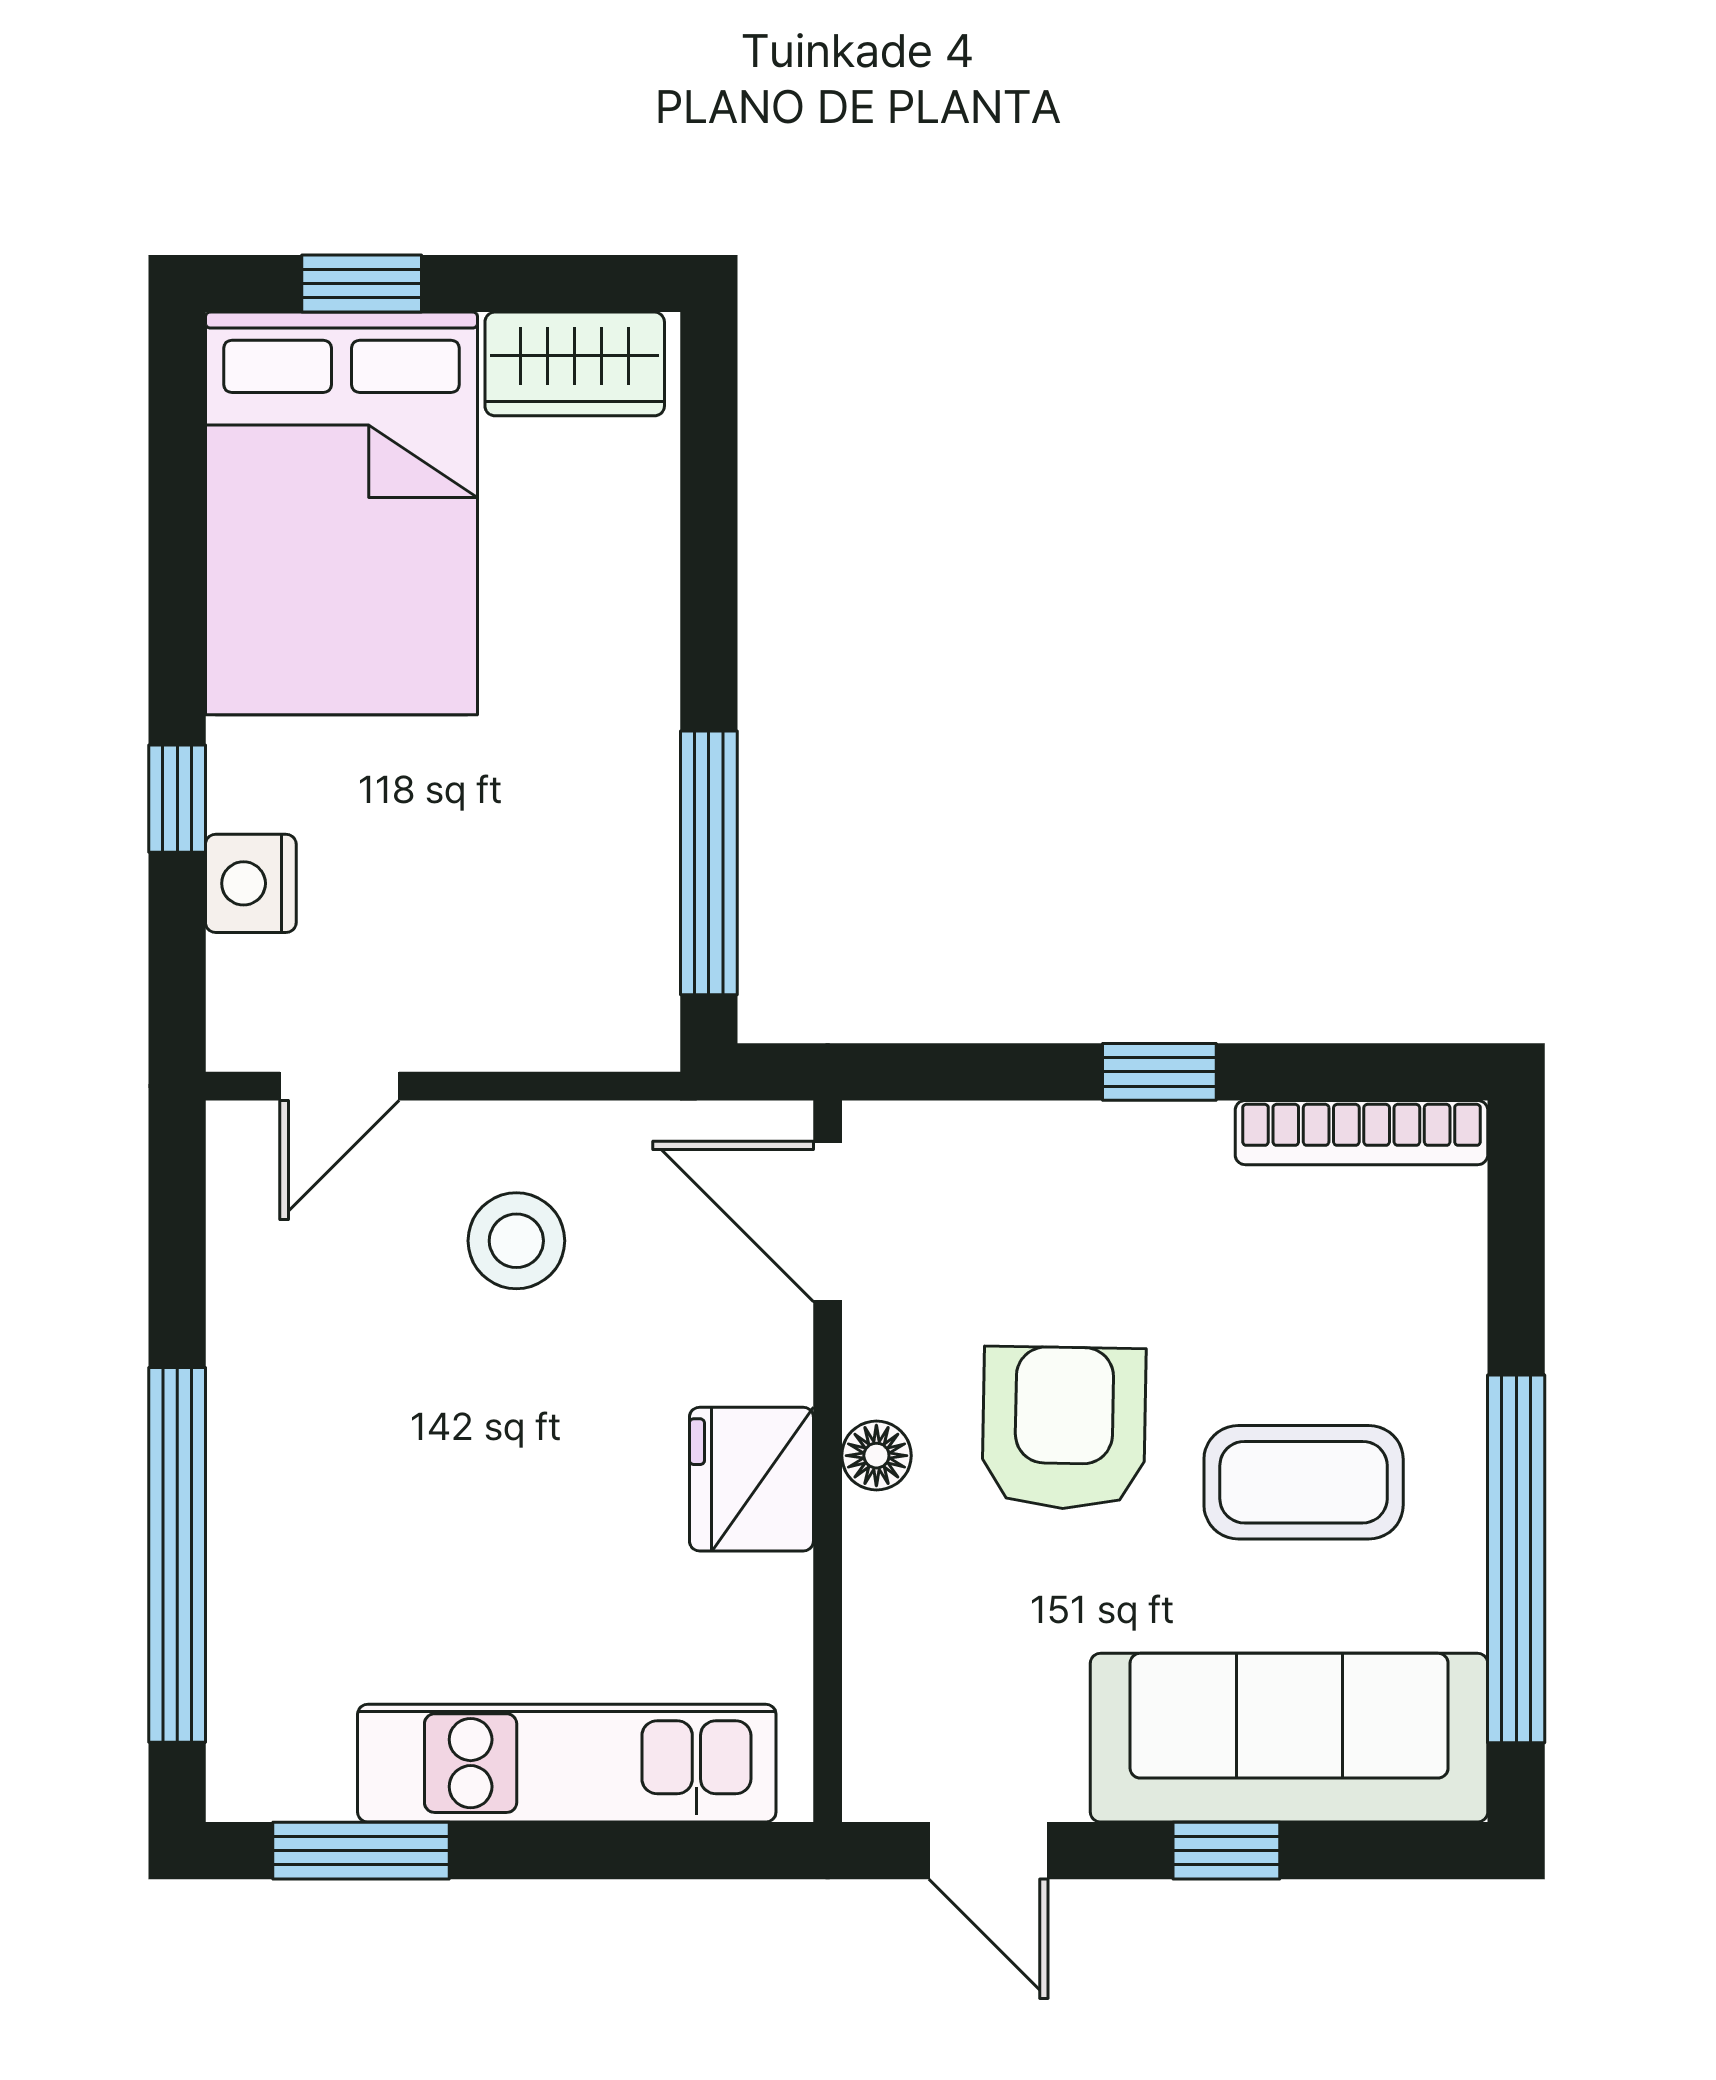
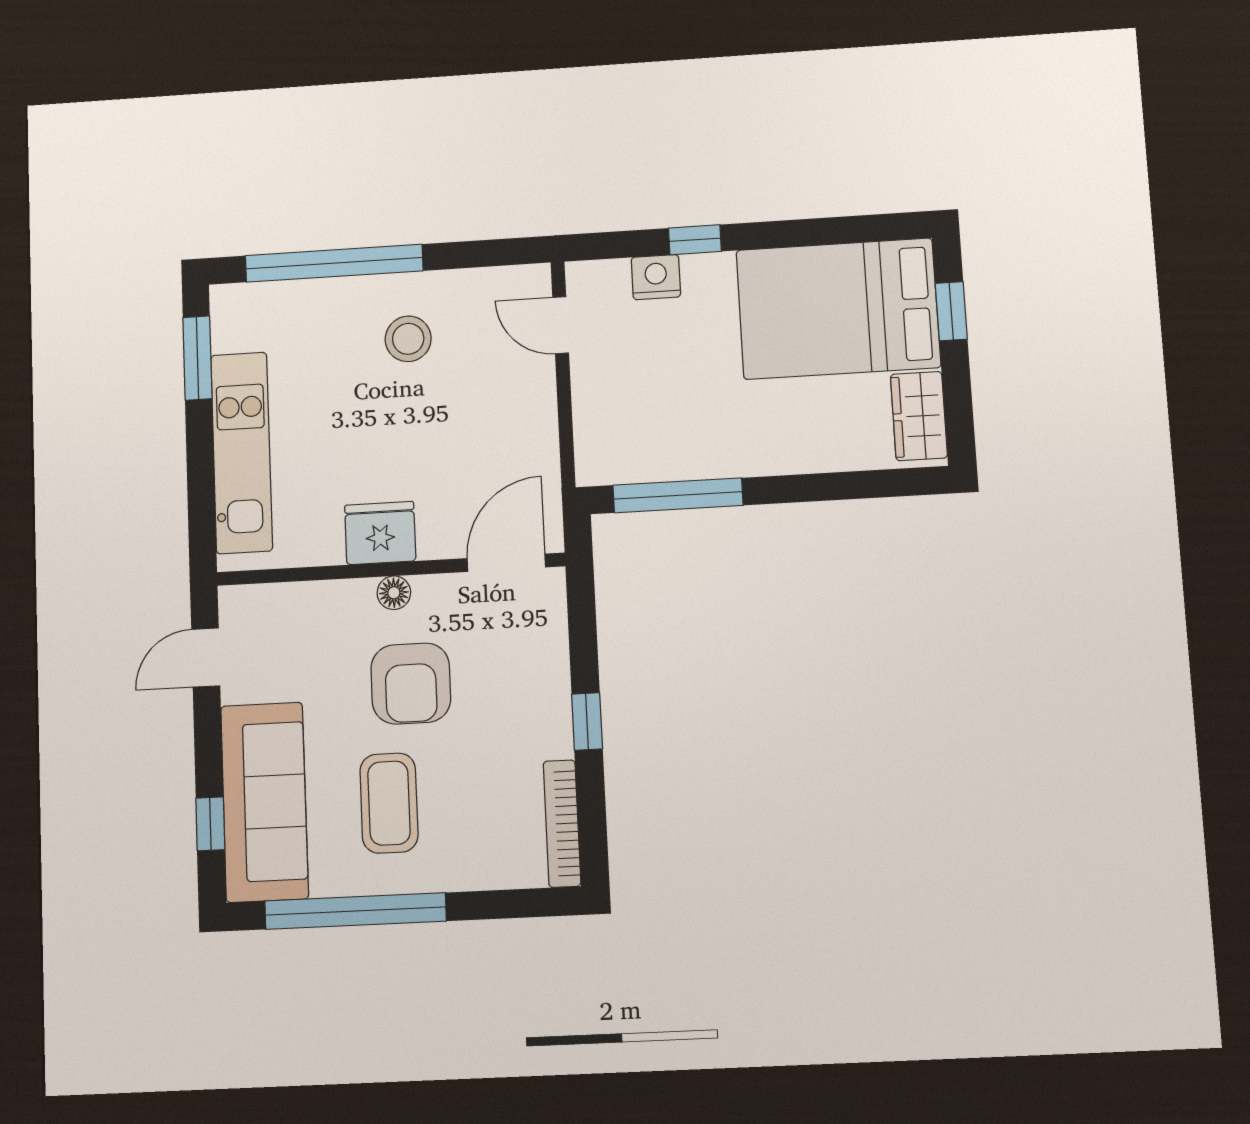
stool: (516, 1241) -> (408, 339), moved
armchair: (1064, 1428) -> (411, 684), turned 89
window: (1226, 1851) -> (210, 824), moved

